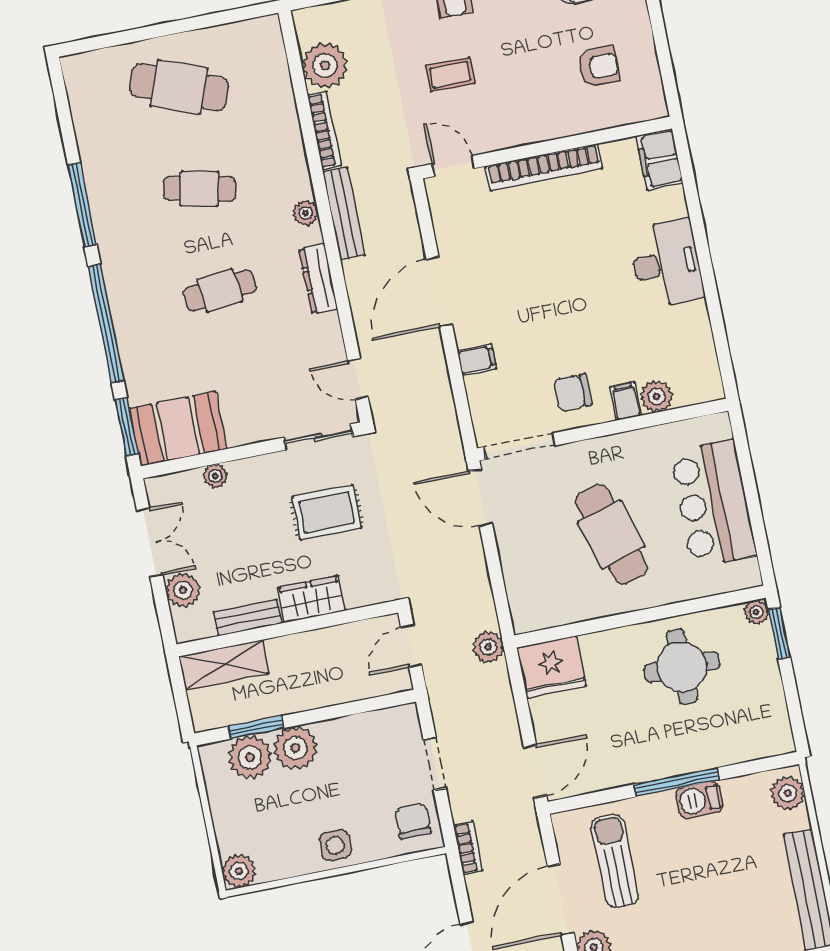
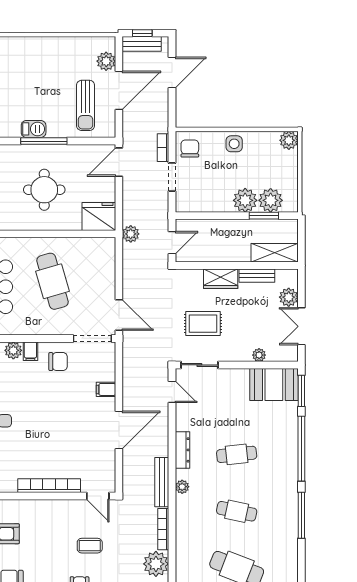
round table: (682, 667) -> (44, 190), moved
chair: (413, 821) -> (190, 149), turned 180
bookcase: (468, 848) -> (163, 148), moved

